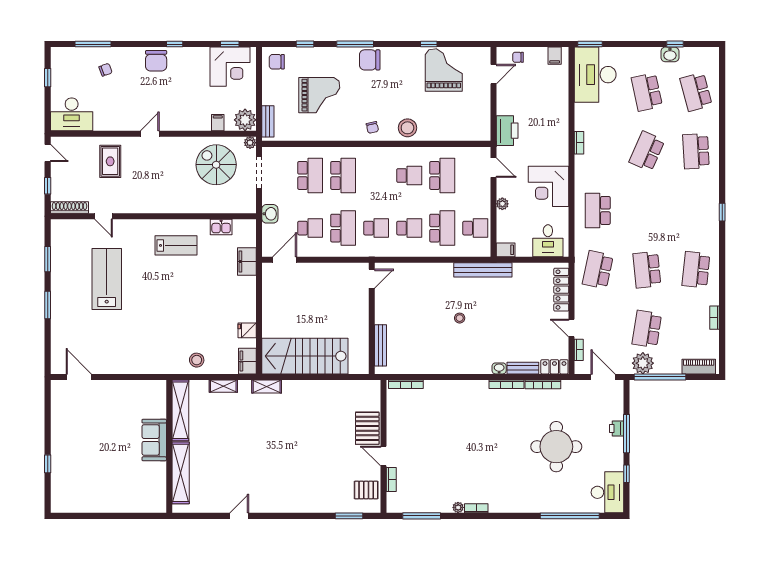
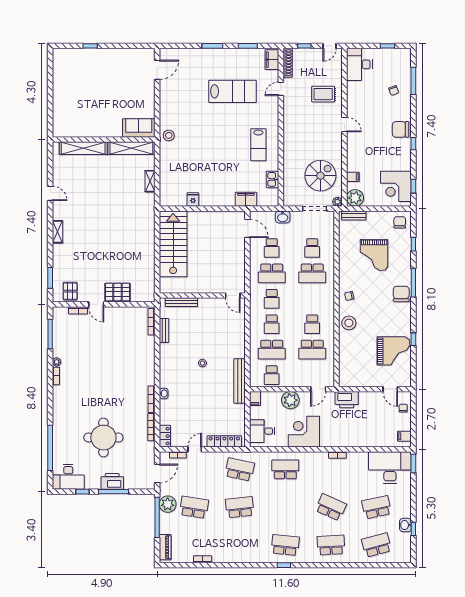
school desk: (310, 175) -> (312, 248), width x0.54
plant: (502, 204) -> (290, 400), width x1.87, depth x1.87
school desk: (696, 270) -> (285, 545), moved
stool: (197, 360) -> (169, 135), moved
filing cabinet: (247, 361) -> (272, 60), moved, turned -90
bench: (523, 368) -> (164, 331), moved
shelving: (267, 386) -> (57, 232), moved
printer: (617, 429) -> (112, 481), width x1.87, depth x1.48
sofa: (154, 440) -> (139, 128), moved
door: (383, 456) -> (96, 304), swing flipped

